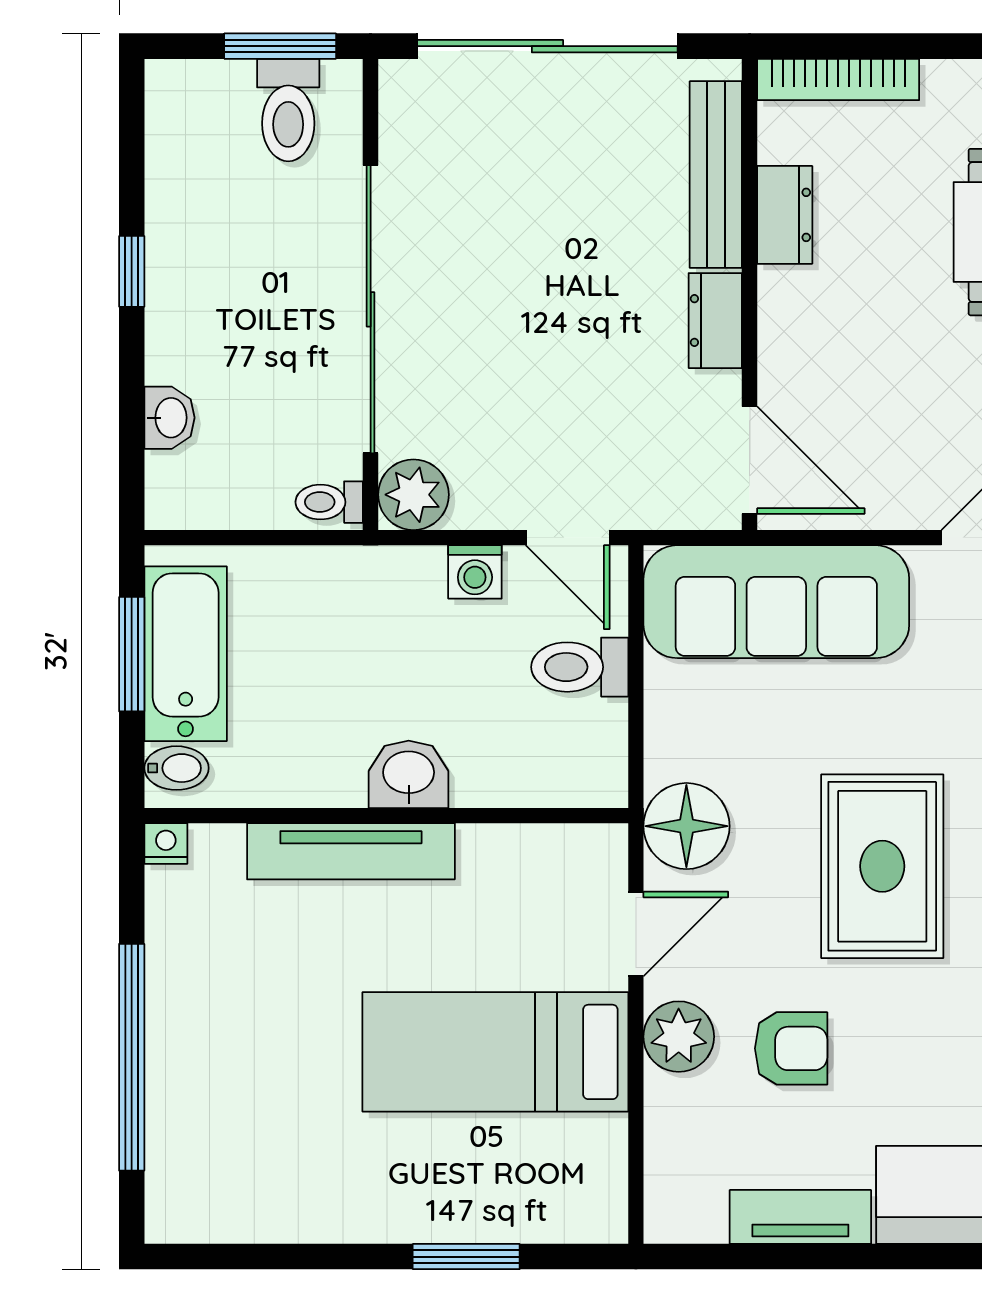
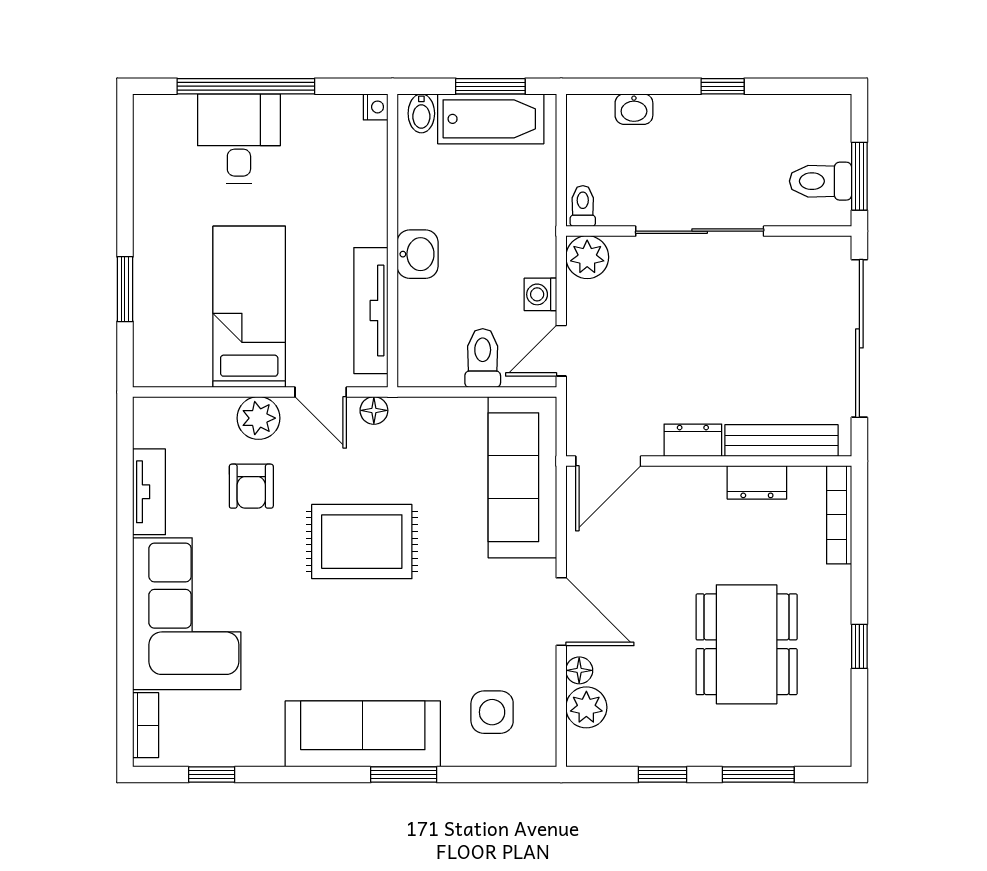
sliding door: (371, 309) -> (700, 231), width x0.73
floor lamp: (686, 826) -> (374, 410), width x0.53, depth x0.53
tv unit: (351, 851) -> (371, 311), moved
desk: (218, 1069) -> (239, 139), added

